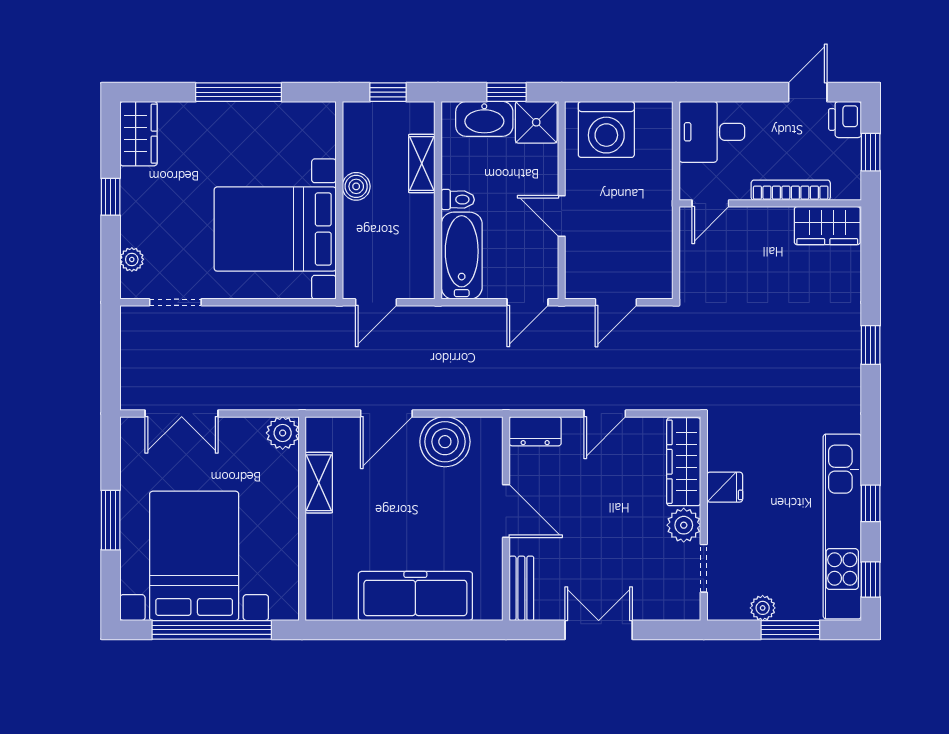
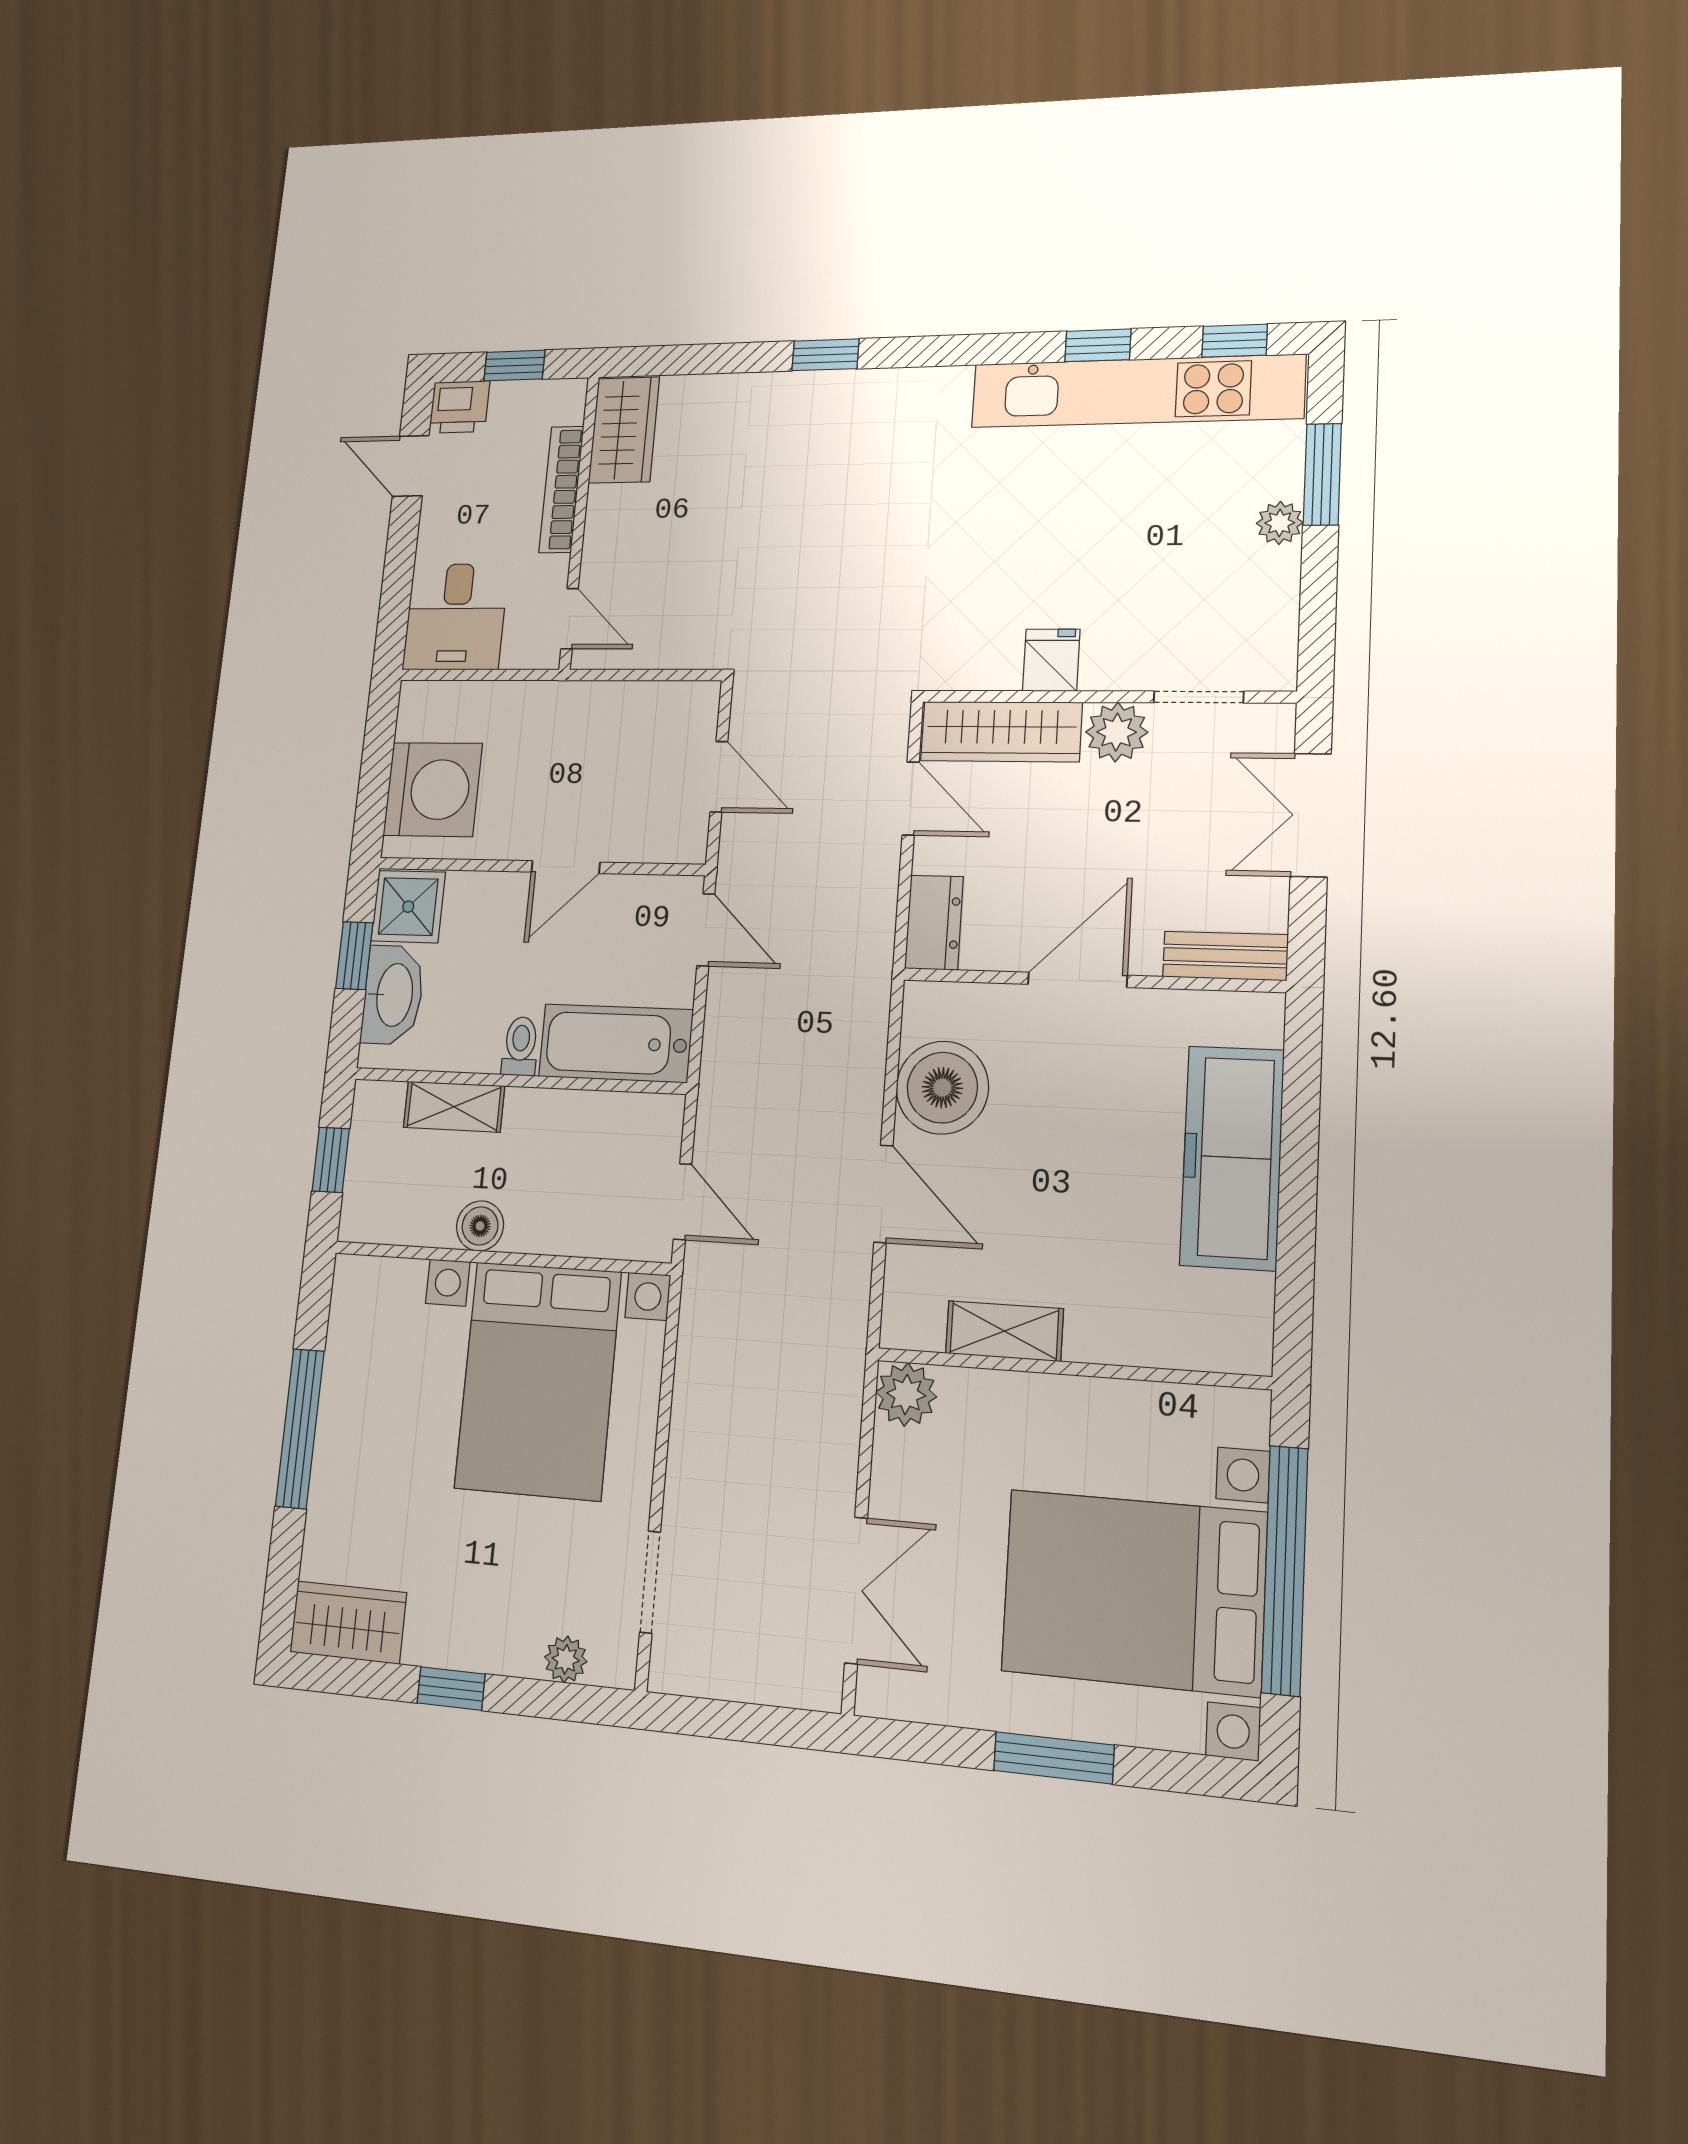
wardrobe: (684, 462) -> (1001, 732), moved
fridge: (725, 487) -> (1051, 660), moved
wall: (704, 519) -> (1106, 697), moved
plant: (684, 525) -> (1117, 732), moved
doorway: (704, 568) -> (1198, 697), moved

